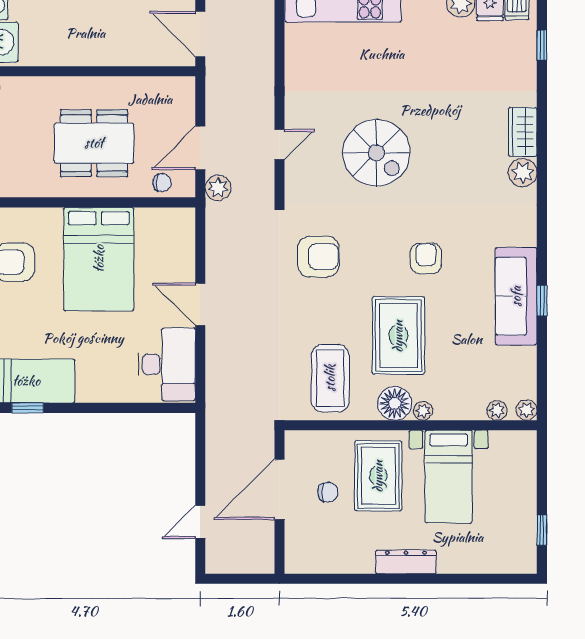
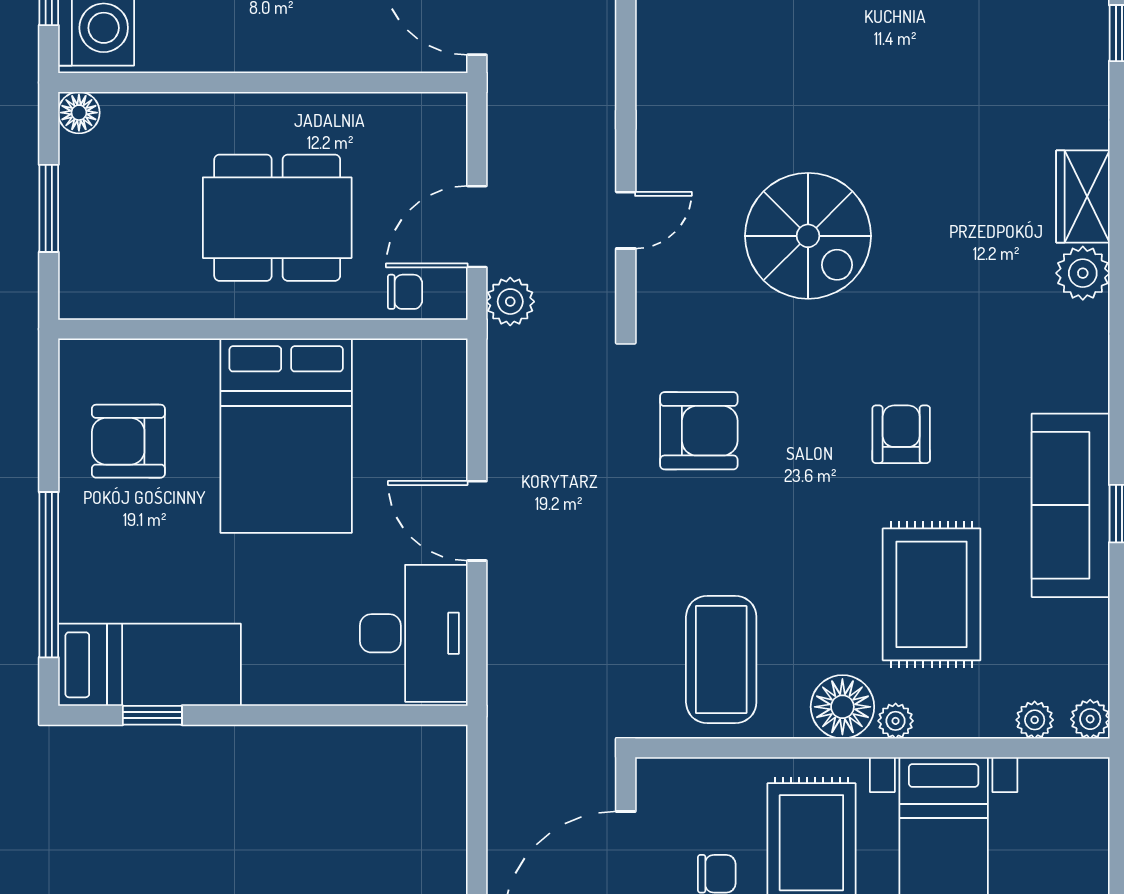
rug: (398, 336) -> (932, 594), moved

